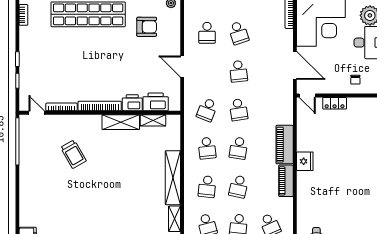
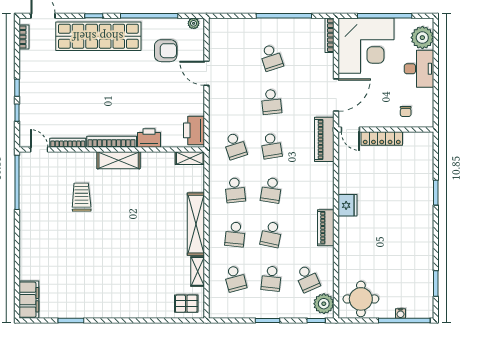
school desk: (207, 33) -> (235, 58), removed
door: (295, 65) -> (336, 95), hinge flipped
door: (182, 67) -> (206, 73), moved
printer: (156, 102) -> (194, 130), moved, turned -90
locker: (335, 103) -> (382, 139), width x1.53
school desk: (207, 110) -> (235, 146), turned -39
shelving: (153, 120) -> (190, 158), moved
shelving: (121, 122) -> (119, 160), moved
piano: (285, 145) -> (324, 139), moved
trolley: (73, 154) -> (81, 197), turned -151

